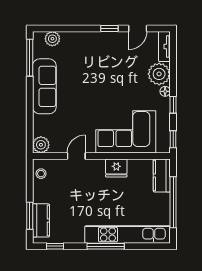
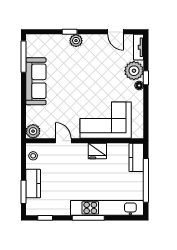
window: (109, 28) -> (70, 32), moved
door: (138, 28) -> (116, 32), hinge flipped
plant: (52, 39) -> (76, 41), moved
window: (173, 105) -> (146, 78), moved
window: (173, 139) -> (146, 126), removed
door: (76, 156) -> (63, 141), hinge flipped
kitchen counter: (41, 220) -> (33, 184), moved

